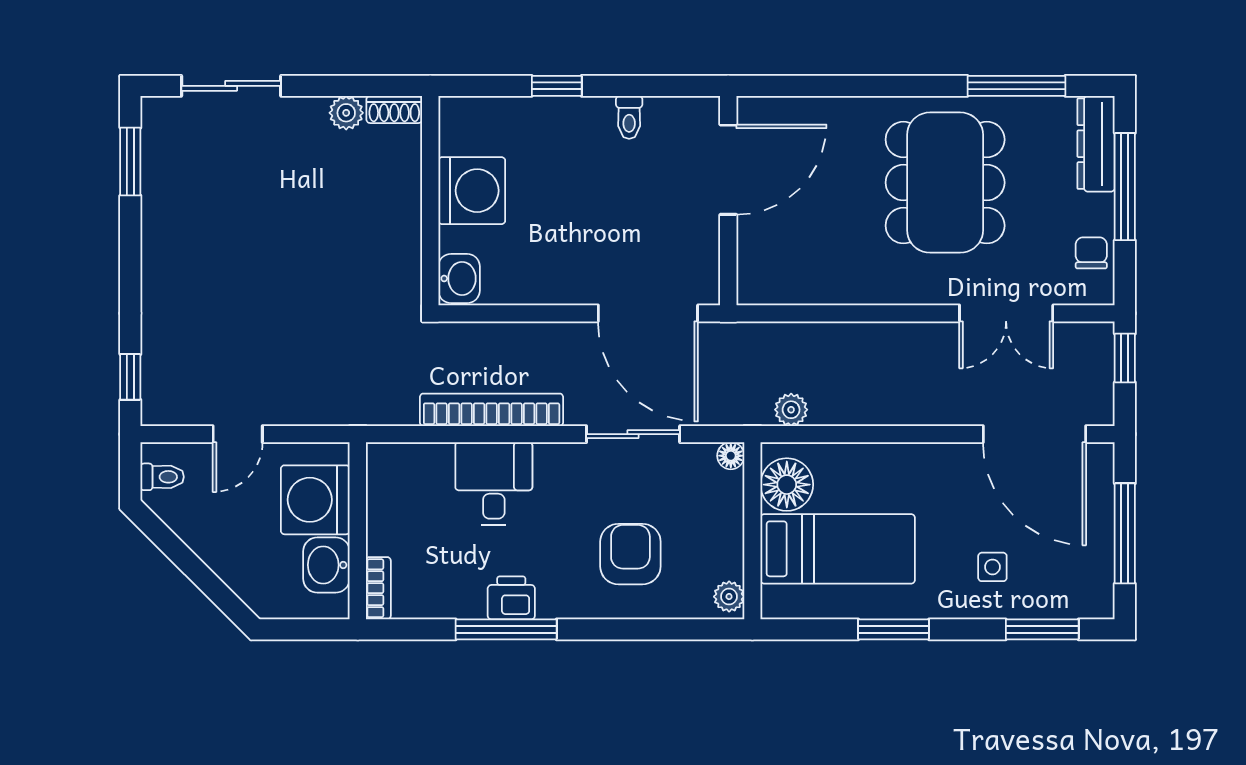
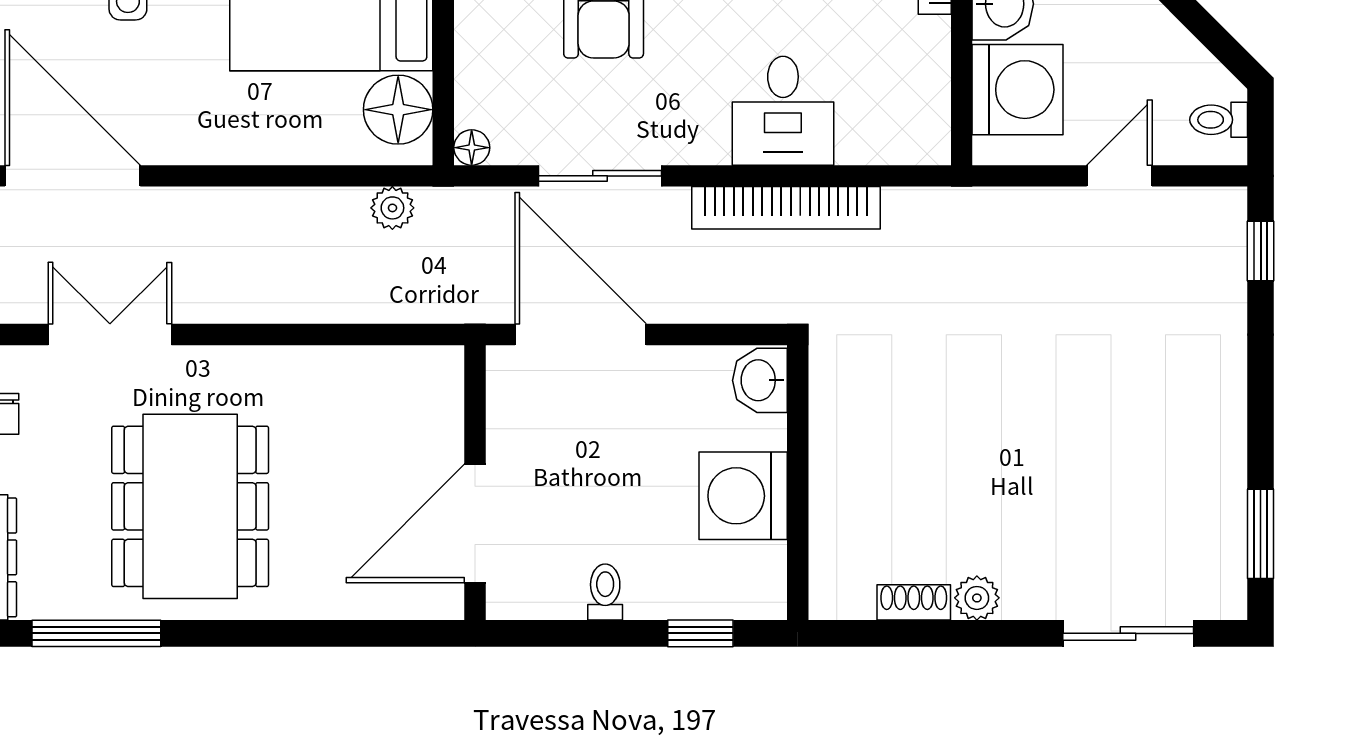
washing machine: (472, 191) -> (743, 496), moved
wall: (430, 201) -> (798, 483), moved
washbasin: (459, 278) -> (760, 380), moved

